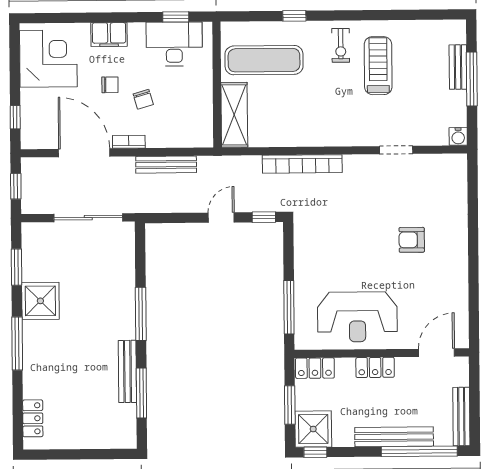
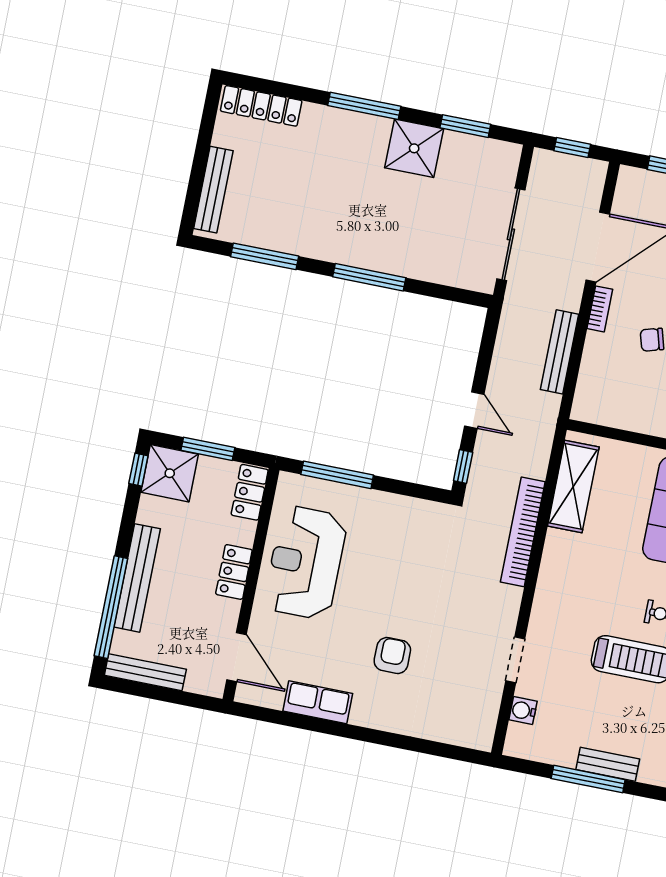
shelving: (234, 115) -> (573, 486), moved, turned 90
water cooler: (458, 136) -> (523, 711), moved
row of seats: (457, 287) -> (318, 702), added
bench: (127, 371) -> (213, 190), moved, turned 90
locker: (33, 418) -> (261, 106), width x1.53

